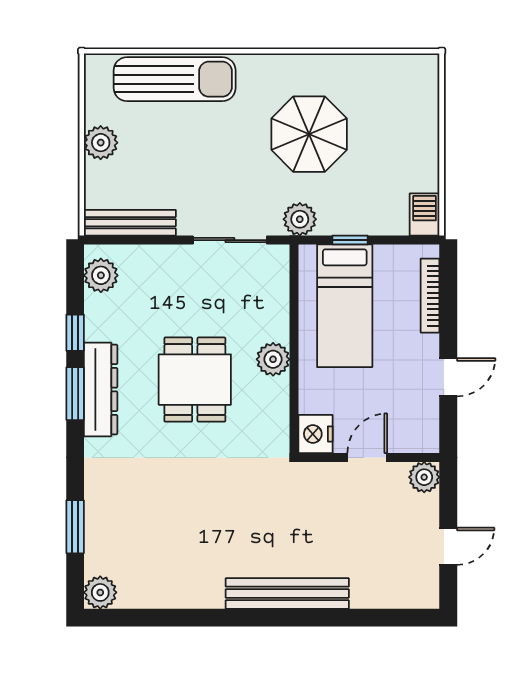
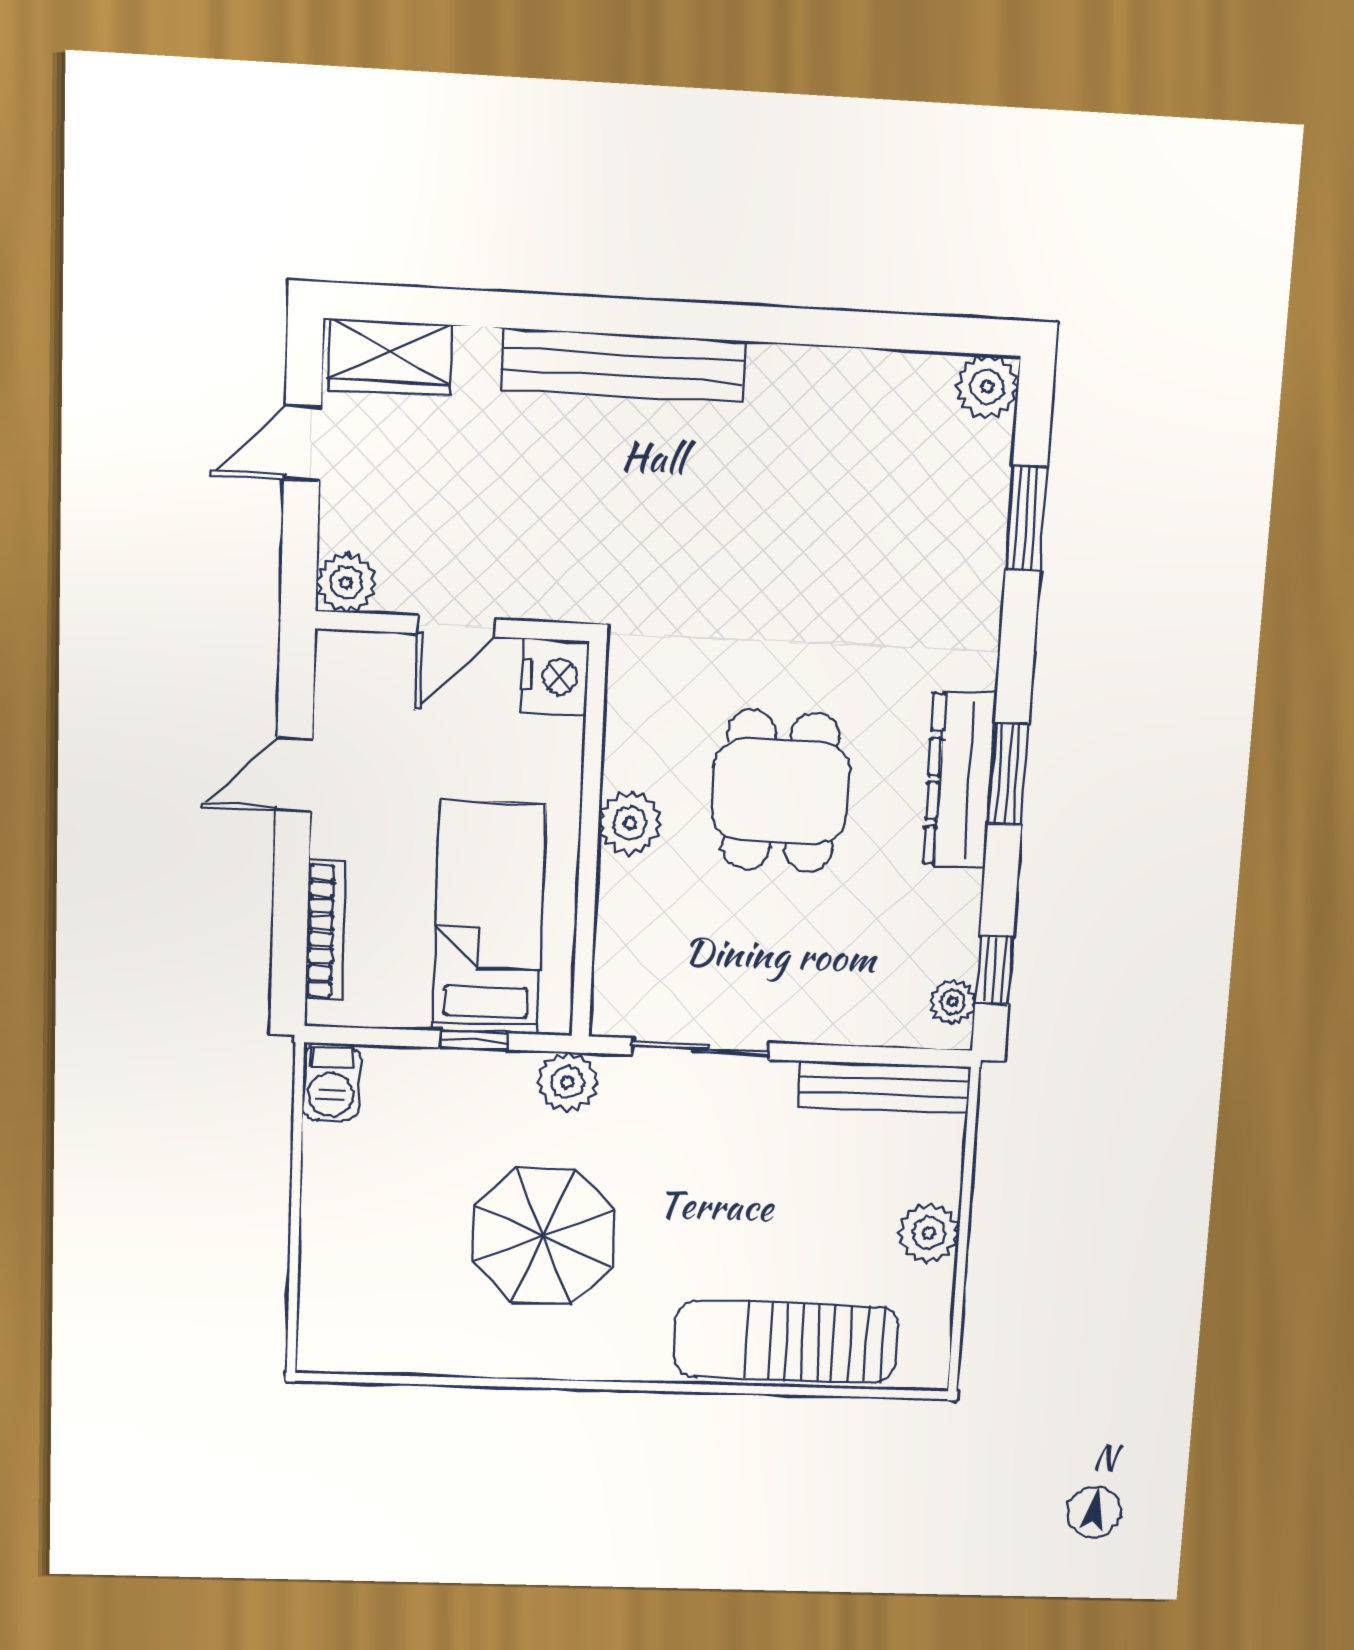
plant: (101, 275) -> (953, 1002), width x0.73, depth x0.73
window: (75, 333) -> (994, 970), moved
wardrobe: (406, 591) -> (390, 357), added

